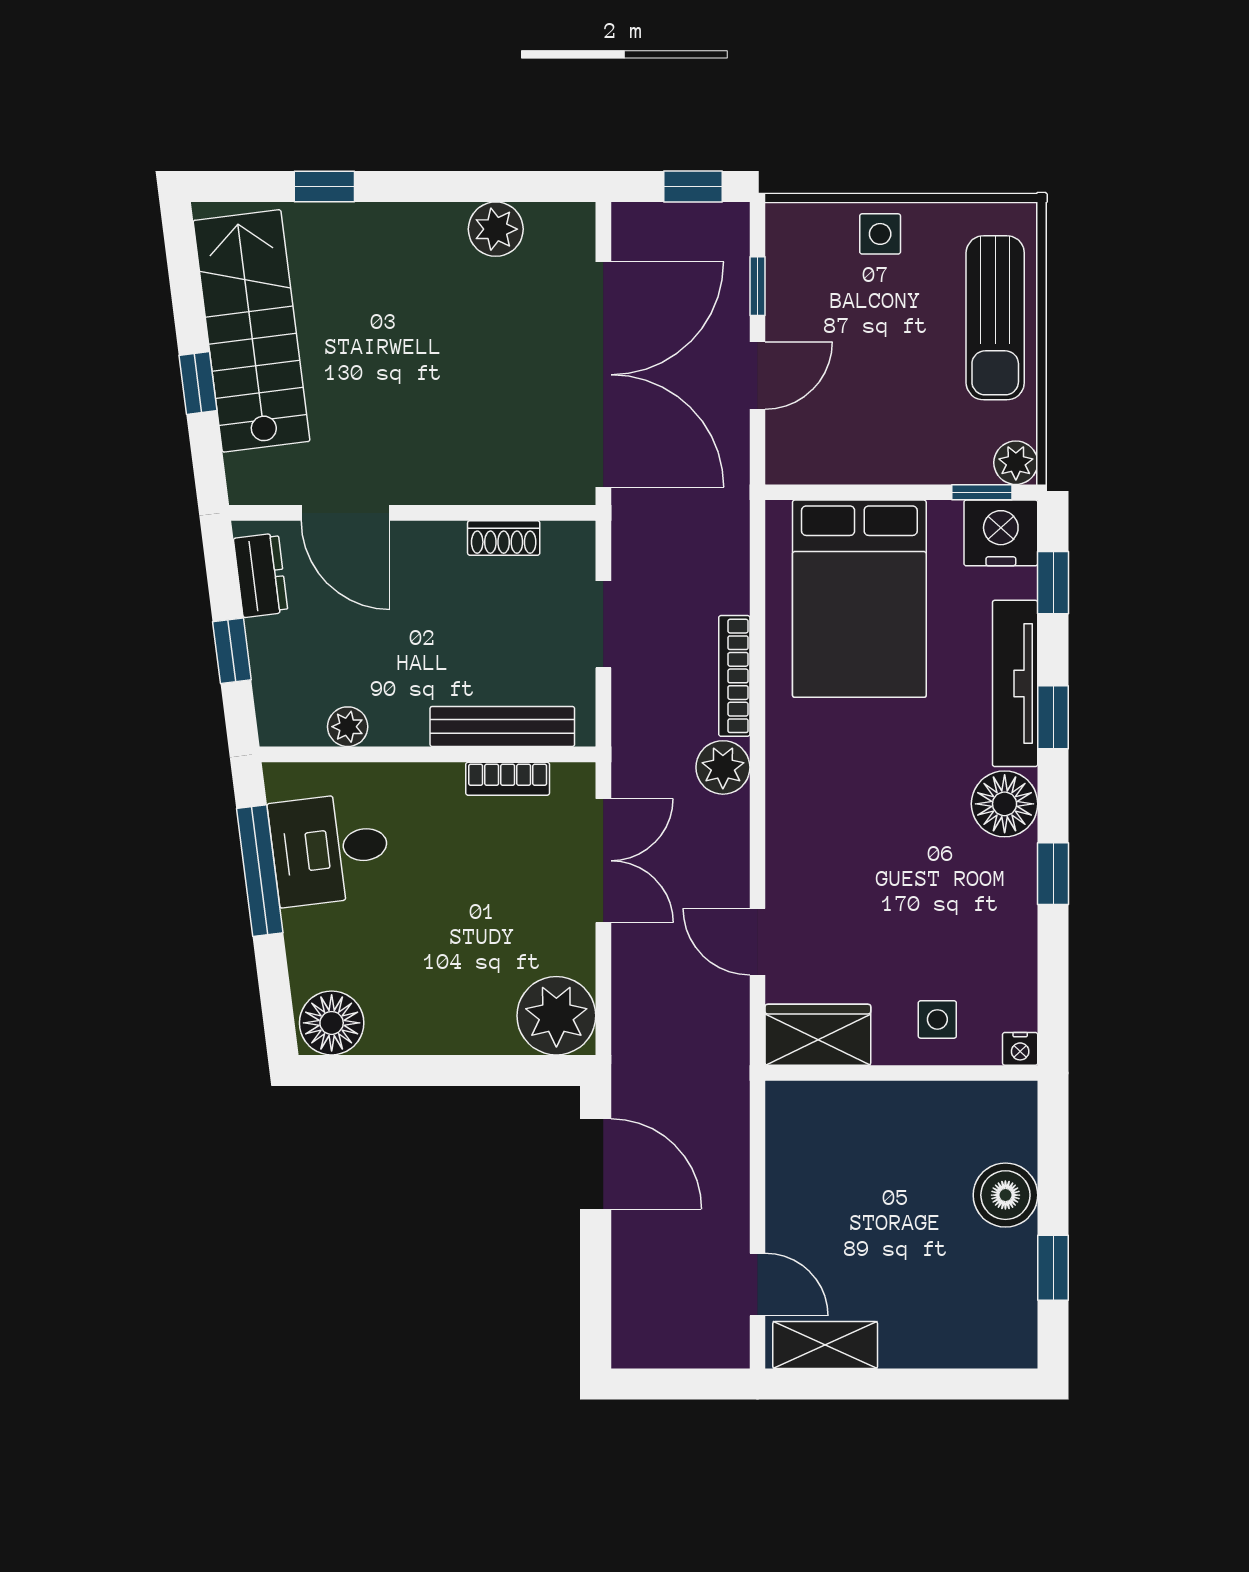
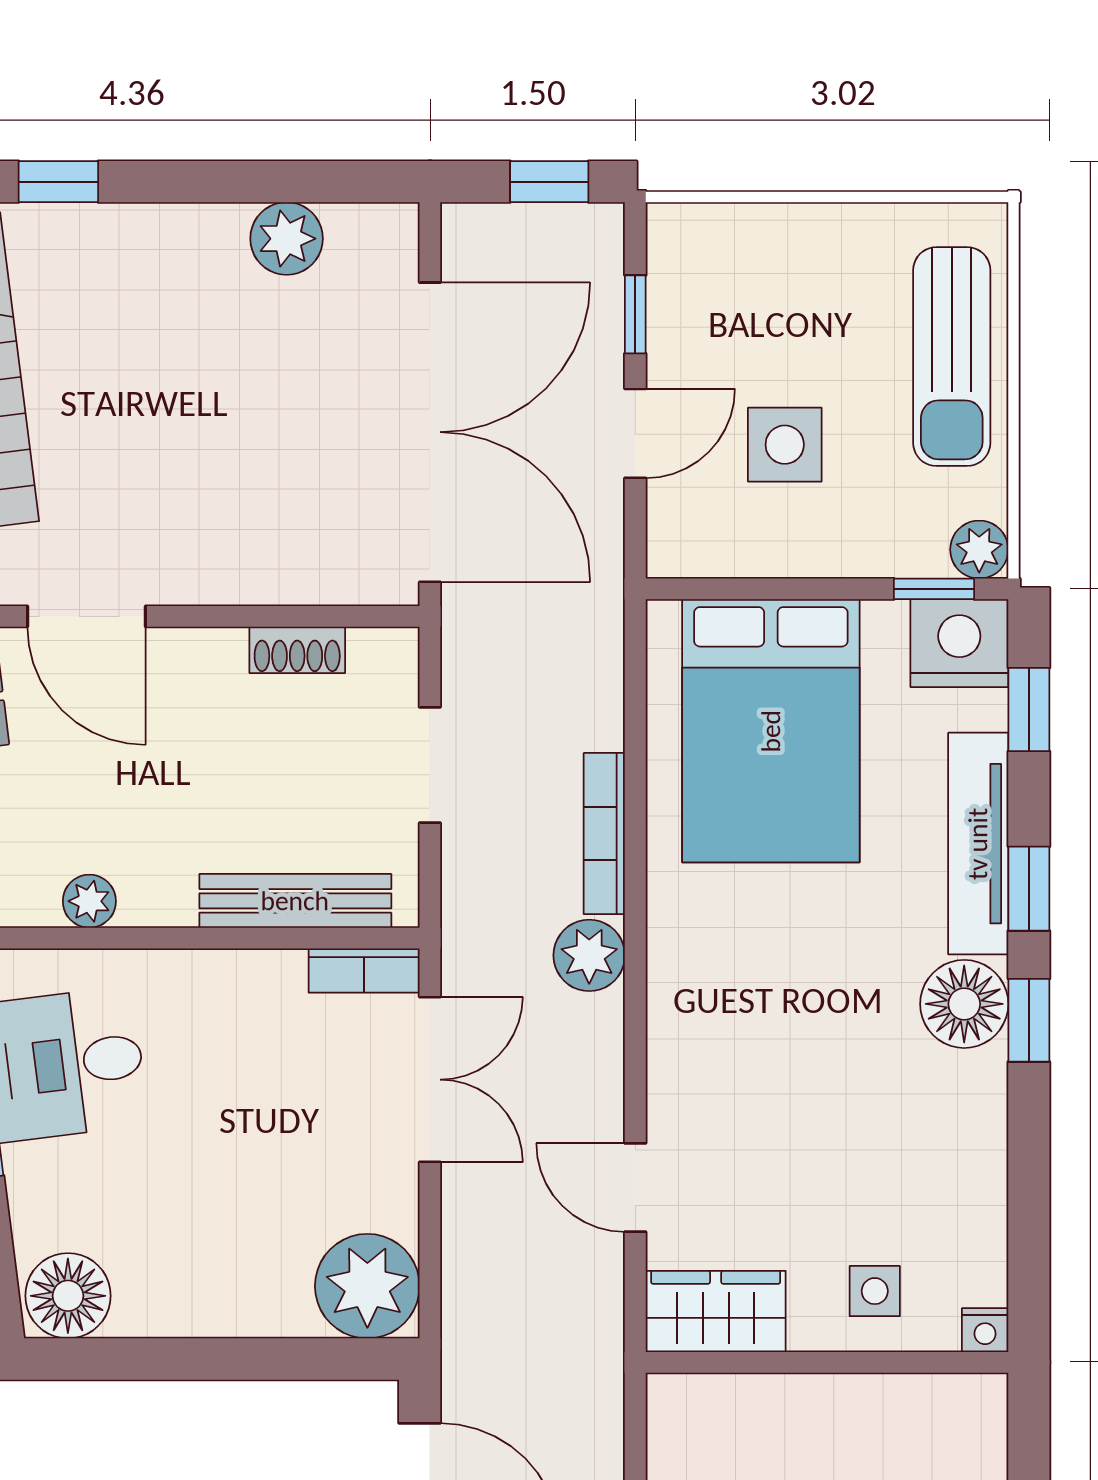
side table: (880, 234) -> (785, 445), moved, width x1.37, depth x1.37
bookcase: (508, 779) -> (364, 970), moved
window: (1053, 874) -> (1029, 1020), moved

